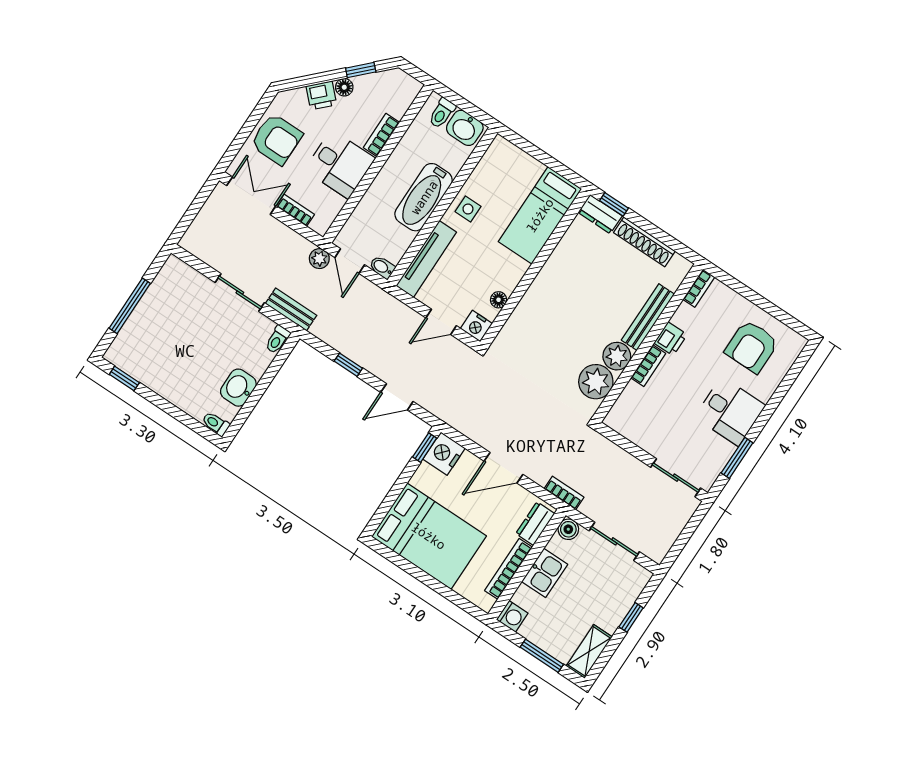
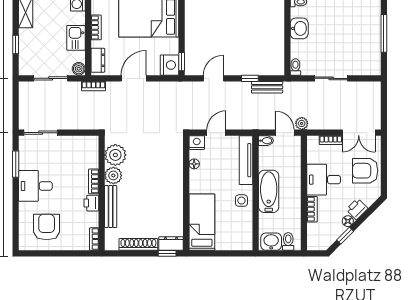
bench: (291, 309) -> (267, 87), moved
bookcase: (509, 569) -> (96, 27), width x0.64

